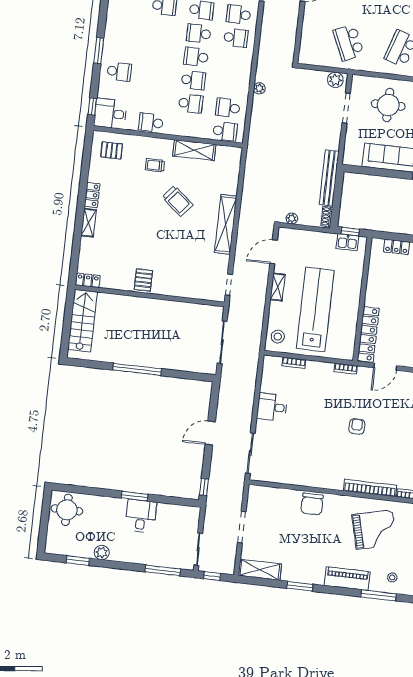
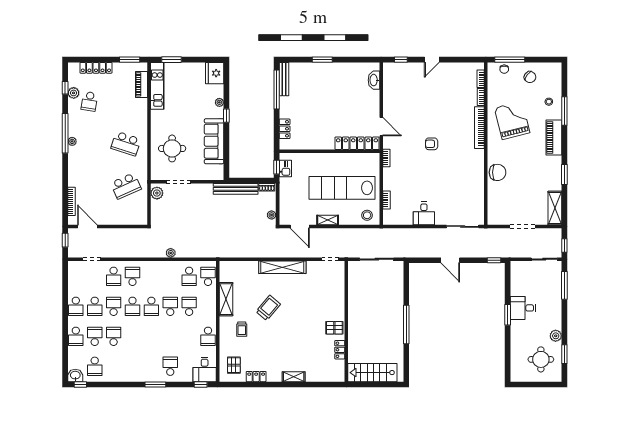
locker: (92, 195) -> (256, 377), moved
locker: (88, 280) -> (340, 350), moved
round table: (67, 510) -> (541, 359), moved

